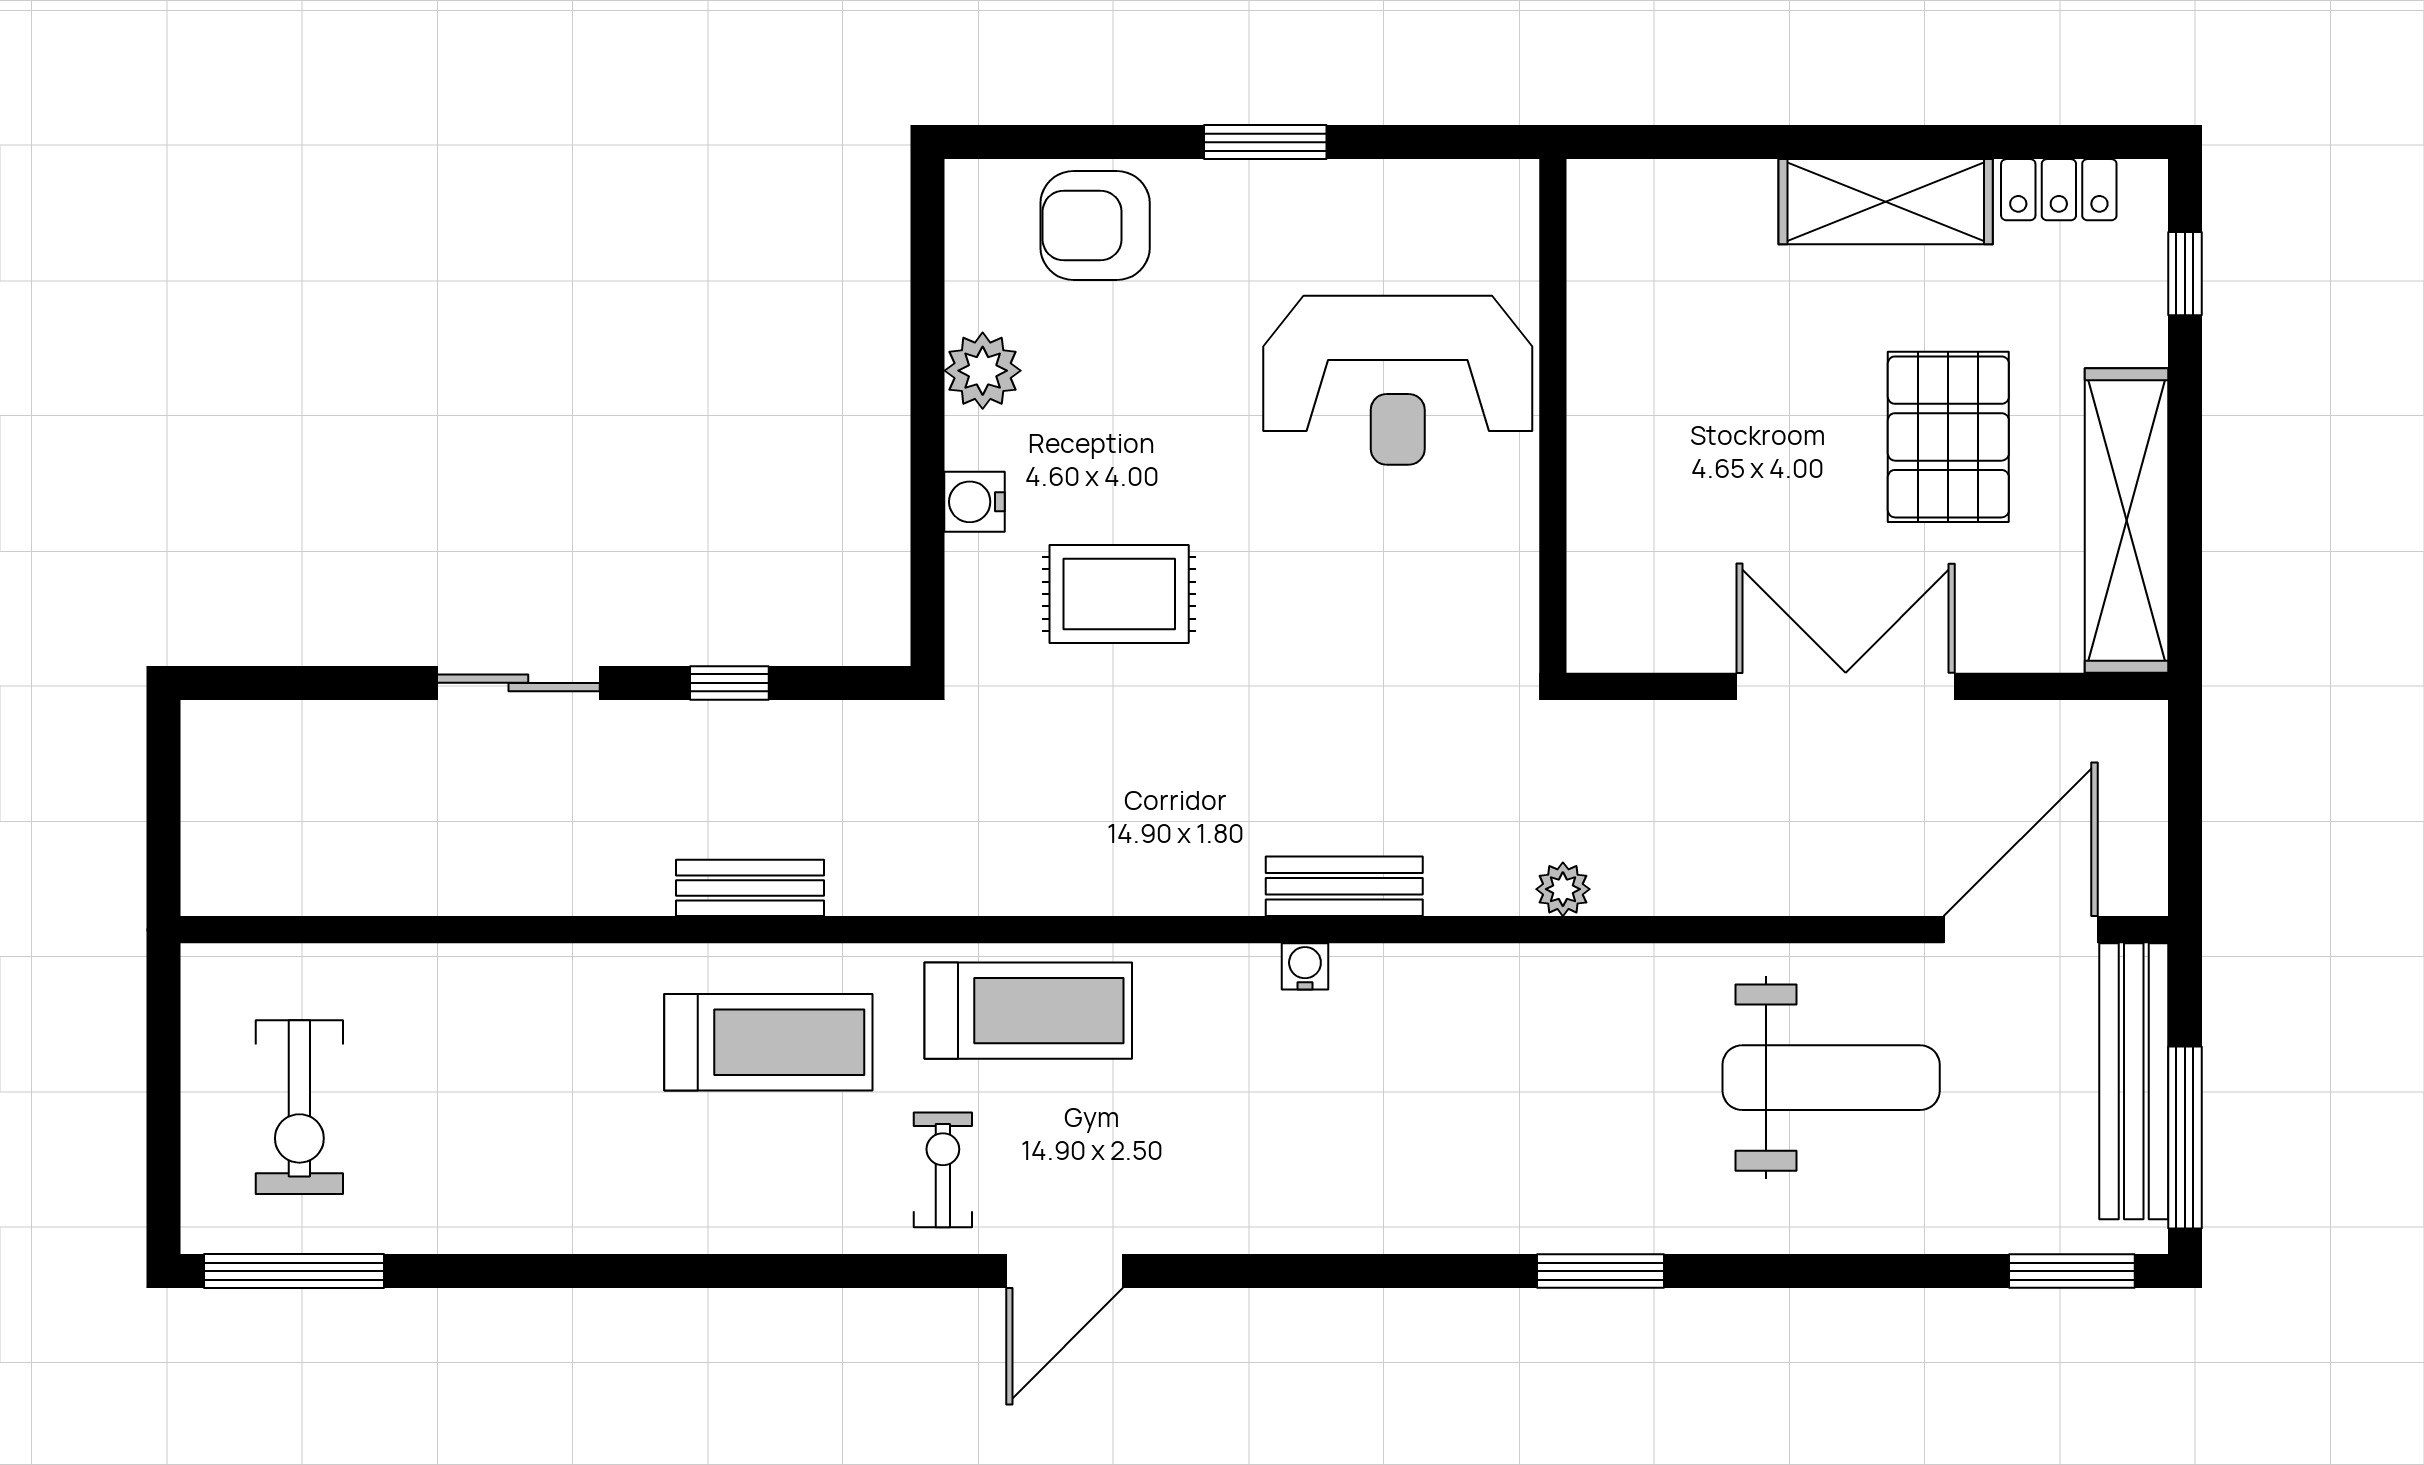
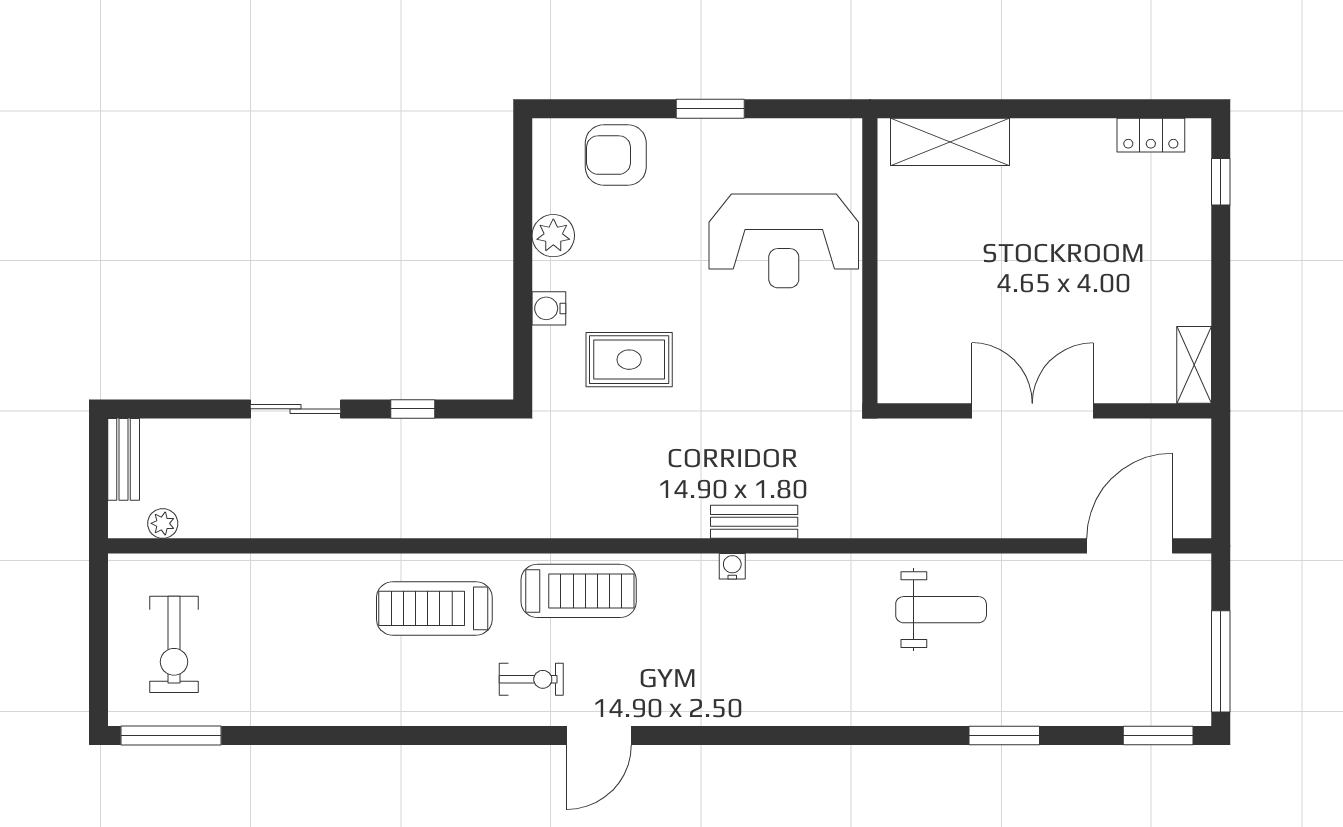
shelving: (1886, 202) -> (950, 142), moved
pallet: (1948, 437) -> (1089, 272), removed
shelving: (2126, 520) -> (1194, 365), width x0.45, depth x0.75
bench: (750, 888) -> (124, 459), moved, turned 90
plant: (1563, 889) -> (163, 523), moved
treadmill: (768, 1042) -> (434, 608), turned 180
weight bench: (1831, 1078) -> (941, 610), moved, width x0.73, depth x0.75
bench: (2134, 1081) -> (1192, 630), removed
exercise bike: (943, 1170) -> (531, 679), turned 90
window: (1600, 1271) -> (1004, 735), moved

